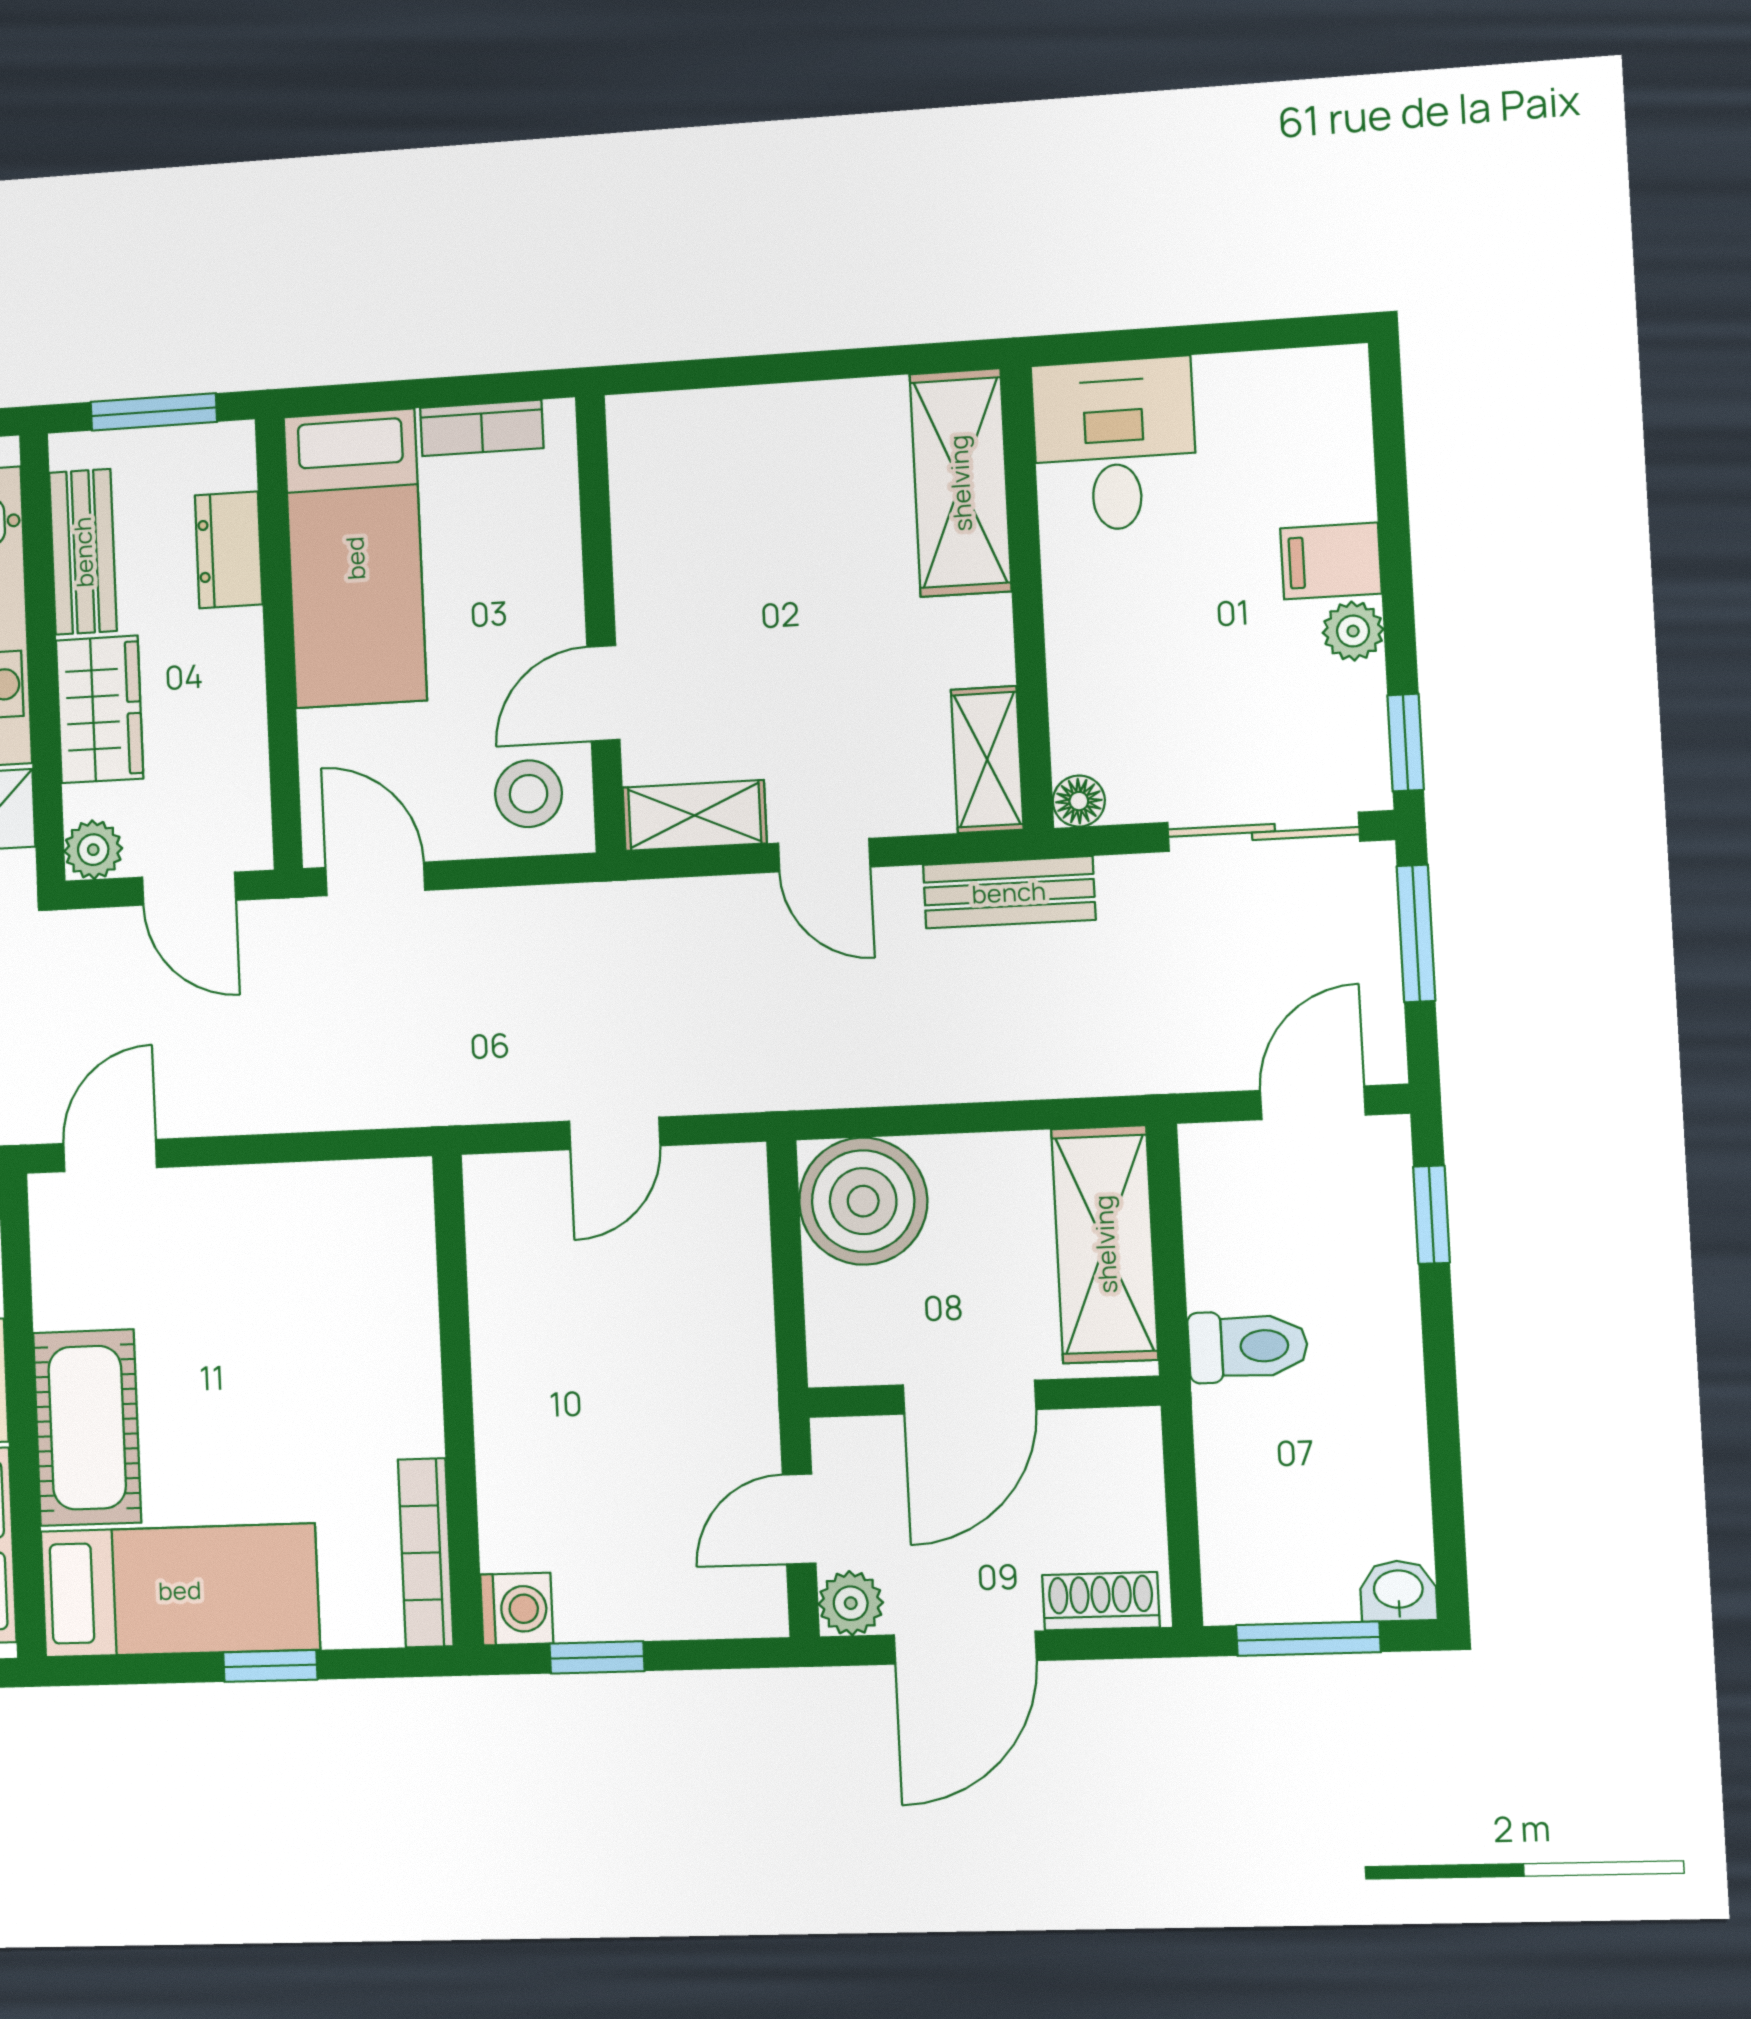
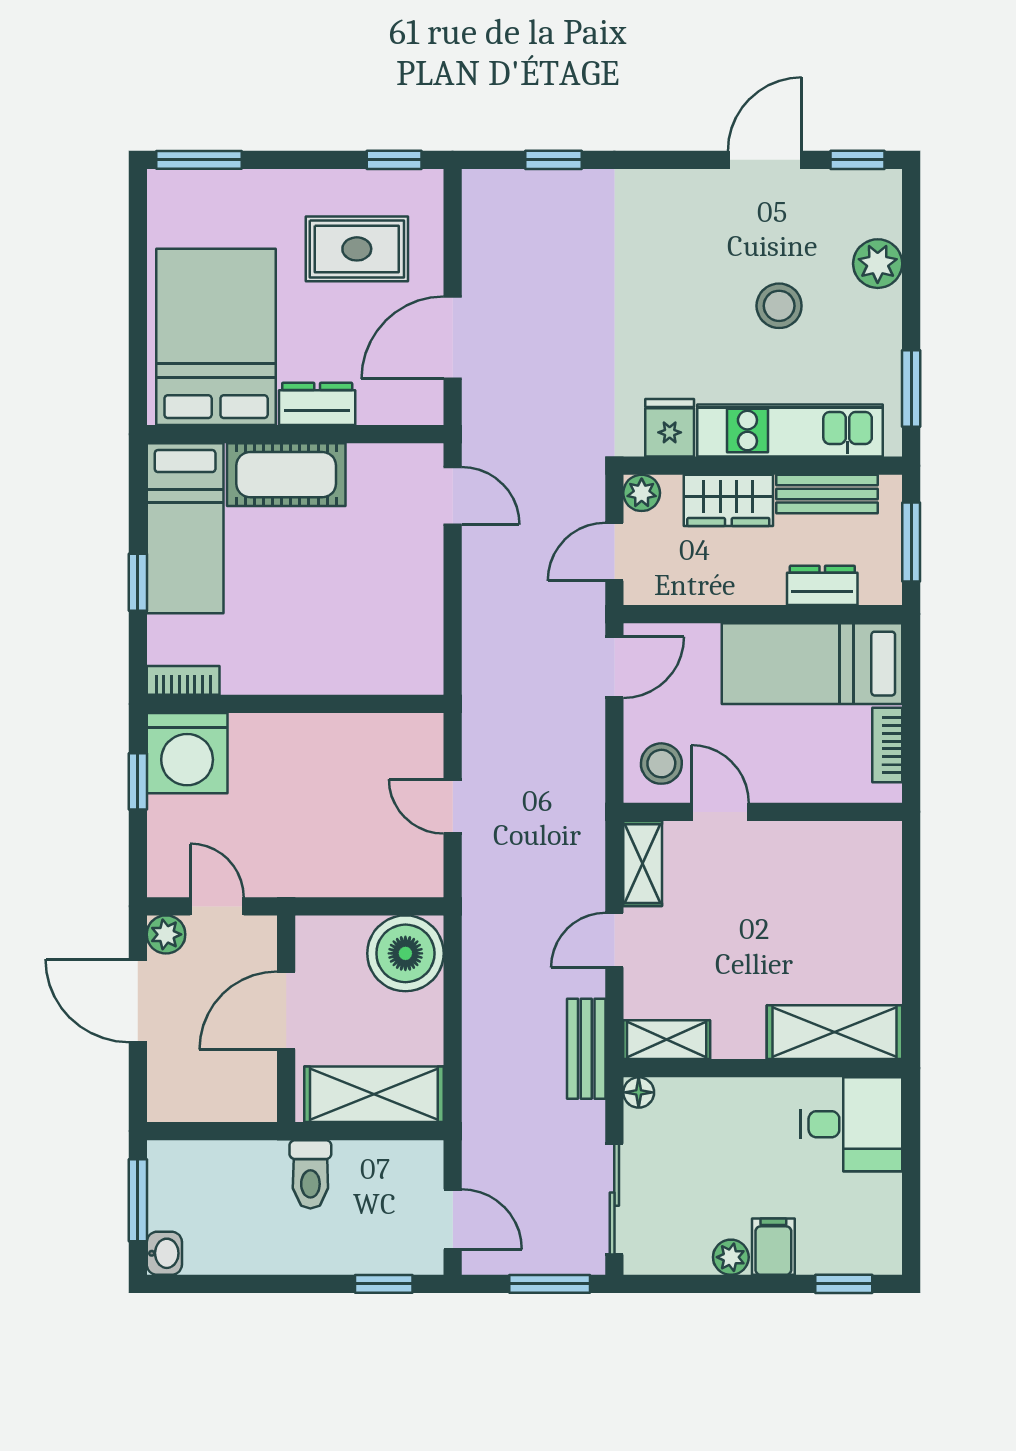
window: (1406, 742) -> (844, 1284), moved
door: (969, 1397) -> (286, 1011), hinge flipped
bookcase: (426, 1553) -> (183, 680), width x0.64
shoe rack: (1101, 1601) -> (163, 1081), removed
washing machine: (517, 1609) -> (187, 753), width x1.89, depth x1.89

